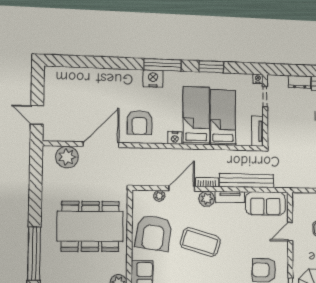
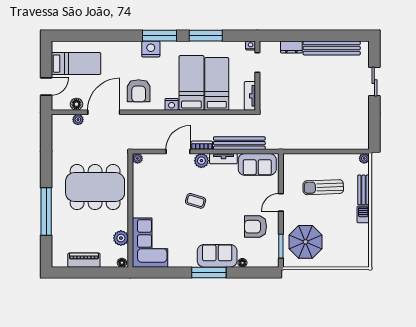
window: (211, 67) -> (206, 36), width x1.44
bed: (71, 91) -> (76, 64), added
door: (37, 115) -> (46, 87), swing flipped
floor lamp: (71, 135) -> (76, 104), added
plant: (67, 157) -> (78, 120), width x0.53, depth x0.53
plant: (159, 196) -> (137, 158), moved
door: (290, 232) -> (281, 202), moved
armchair: (154, 233) -> (152, 193), removed
coffee table: (200, 242) -> (196, 201), width x0.54, depth x0.58

